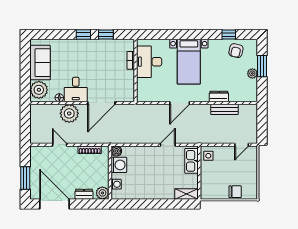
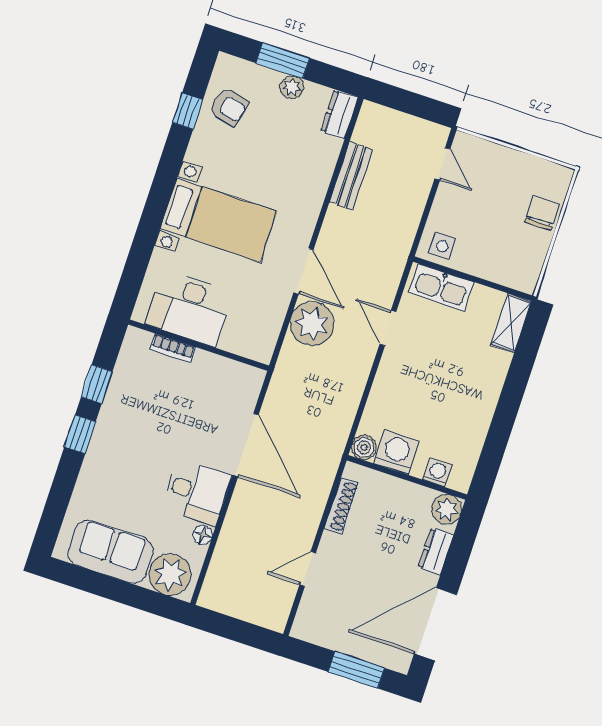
dresser: (219, 96) -> (340, 114), moved
plant: (69, 113) -> (312, 324), moved

